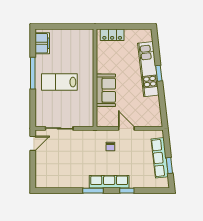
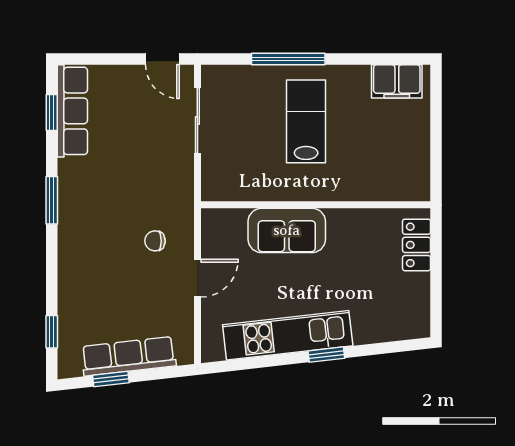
kitchen unit: (148, 69) -> (288, 335), moved
window: (33, 73) -> (288, 59), moved
row of seats: (109, 182) -> (72, 111), moved
window: (56, 191) -> (52, 113), added
window: (127, 191) -> (52, 332), moved

